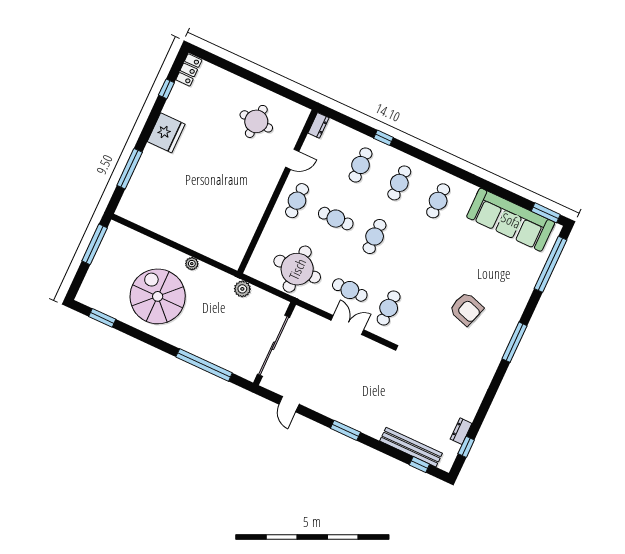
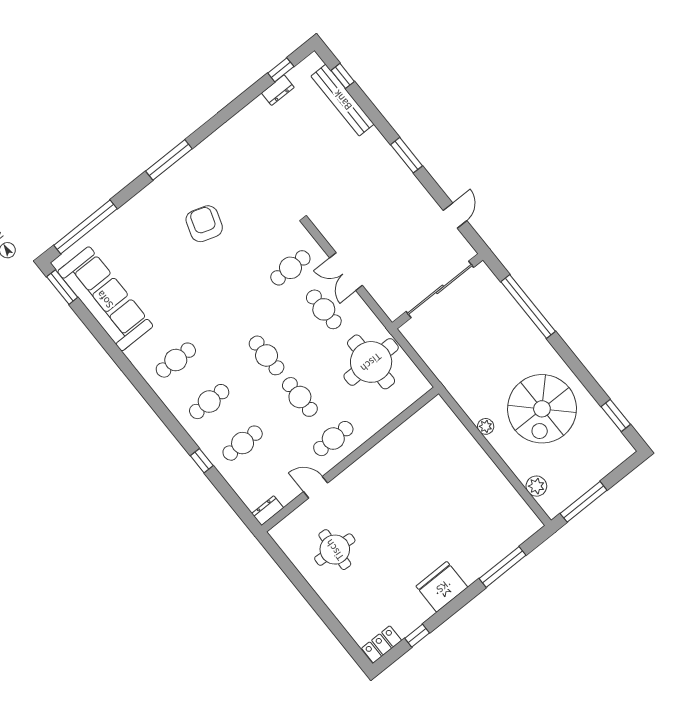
cafe table: (375, 236) -> (267, 355), turned 90
plant: (242, 289) -> (536, 486), moved

